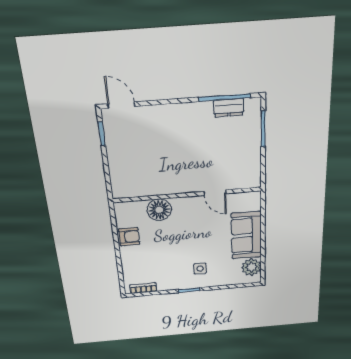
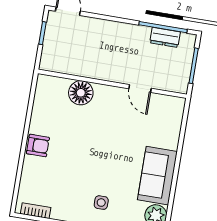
door: (215, 193) -> (140, 89), moved
wall: (187, 195) -> (112, 84), moved
floor lamp: (159, 210) -> (81, 93), moved

